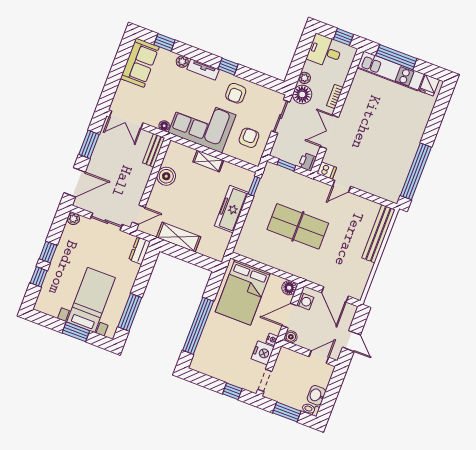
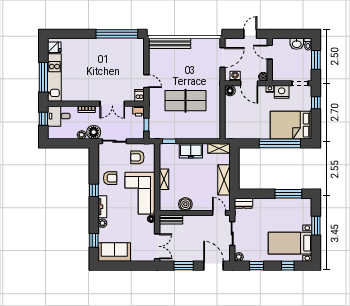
desk: (325, 51) -> (59, 116), moved, turned 90
freezer: (232, 209) -> (191, 151), width x0.71
table tennis table: (298, 226) -> (185, 101), turned 90
shelving: (221, 246) -> (219, 148), added
window: (48, 252) -> (257, 266), moved
bed: (243, 292) -> (291, 125), moved, turned 180
bed with nightstands: (91, 300) -> (290, 243), moved

